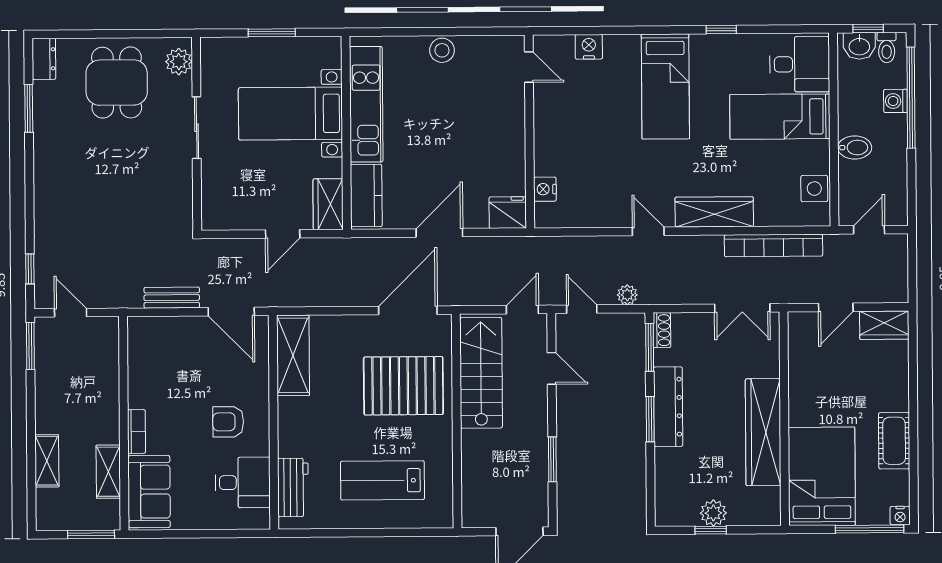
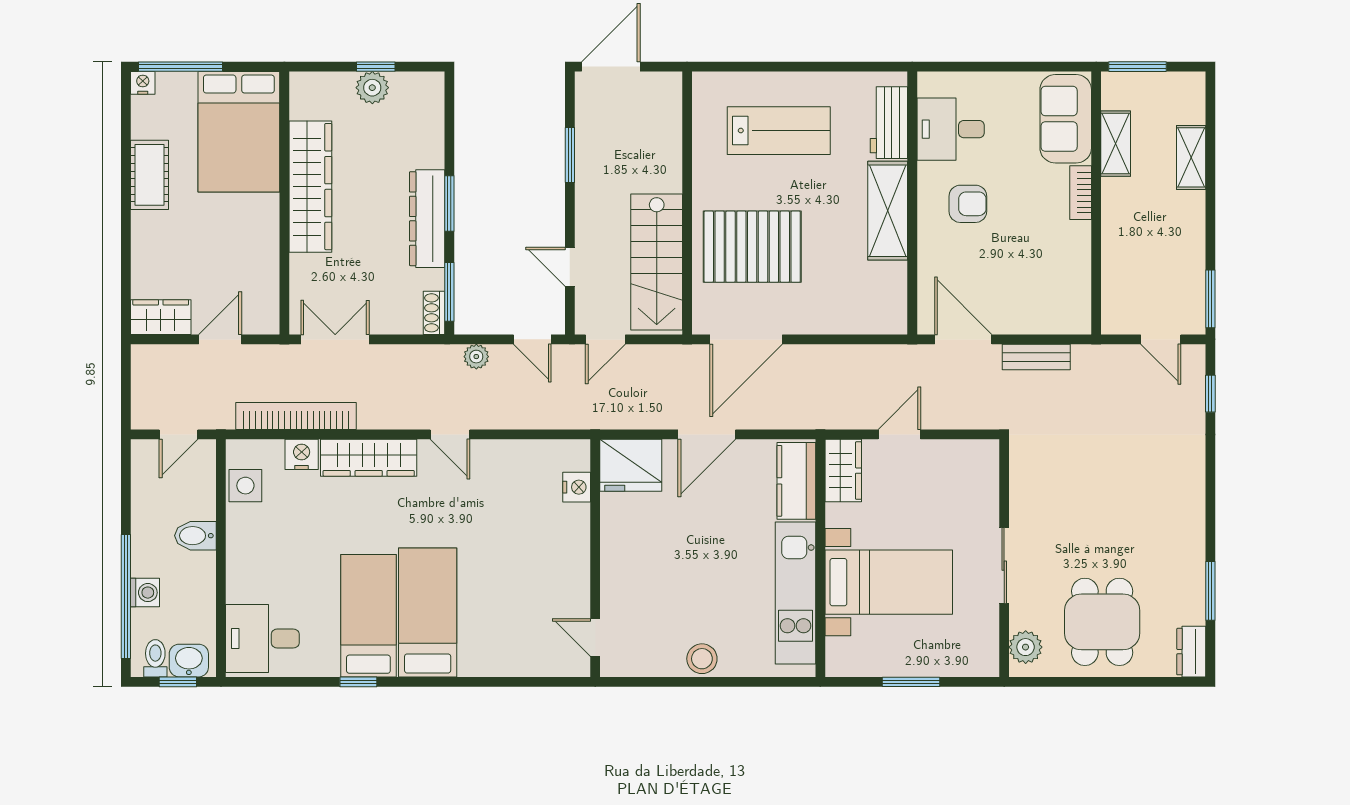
nightstand: (589, 47) -> (302, 454), moved, turned 180
bed: (780, 117) -> (368, 616), moved, turned -90
fridge: (508, 213) -> (631, 465), width x1.36, depth x1.34
shelving: (293, 355) -> (888, 211), moved

